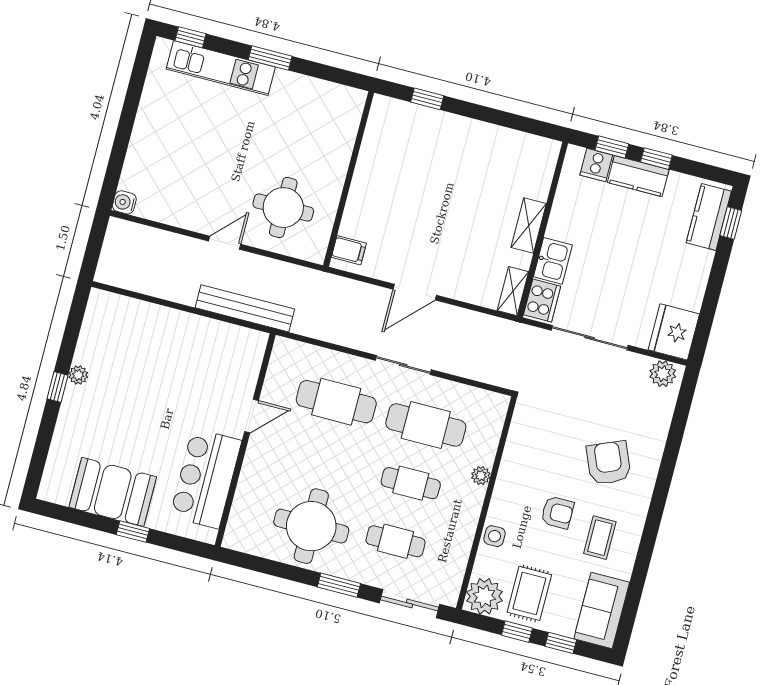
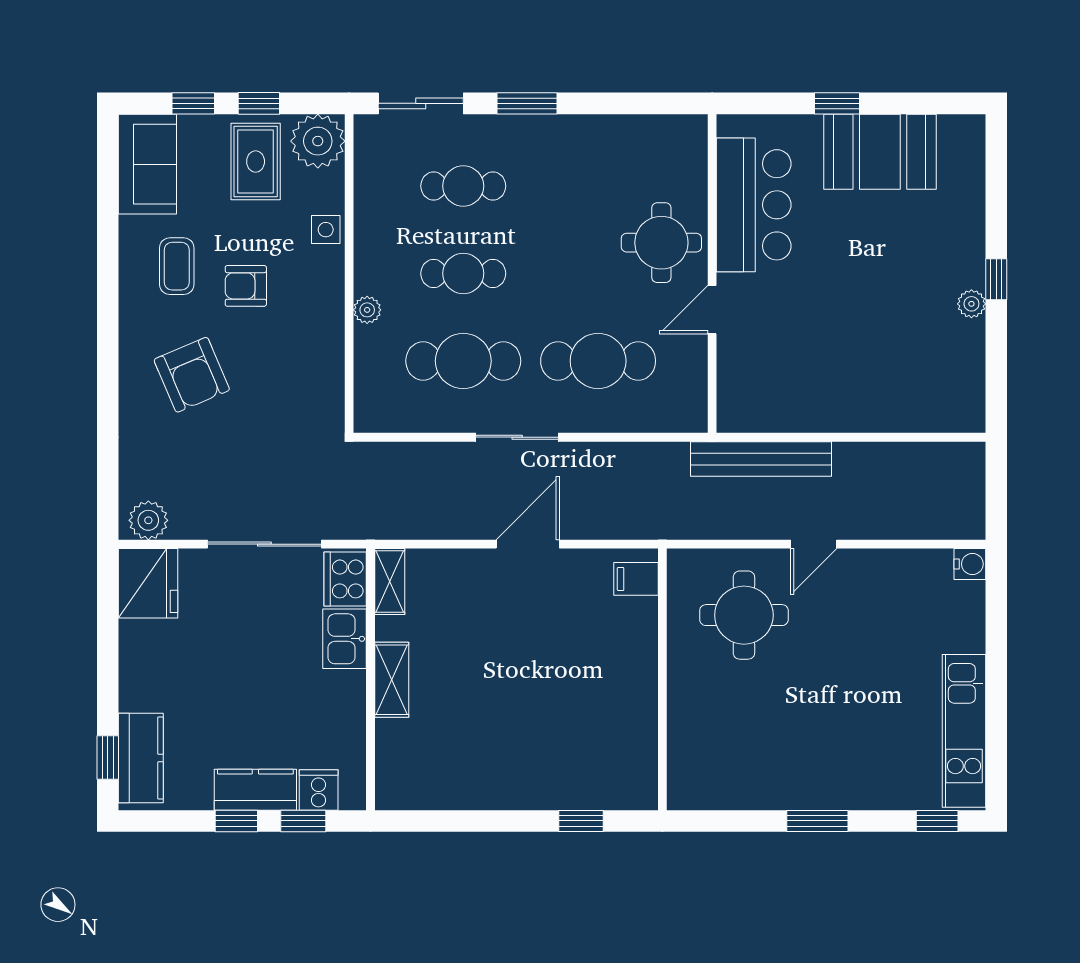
kitchen unit: (221, 68) -> (964, 731), moved, turned -90
round table: (311, 526) -> (661, 243), moved, width x0.73, depth x0.73

